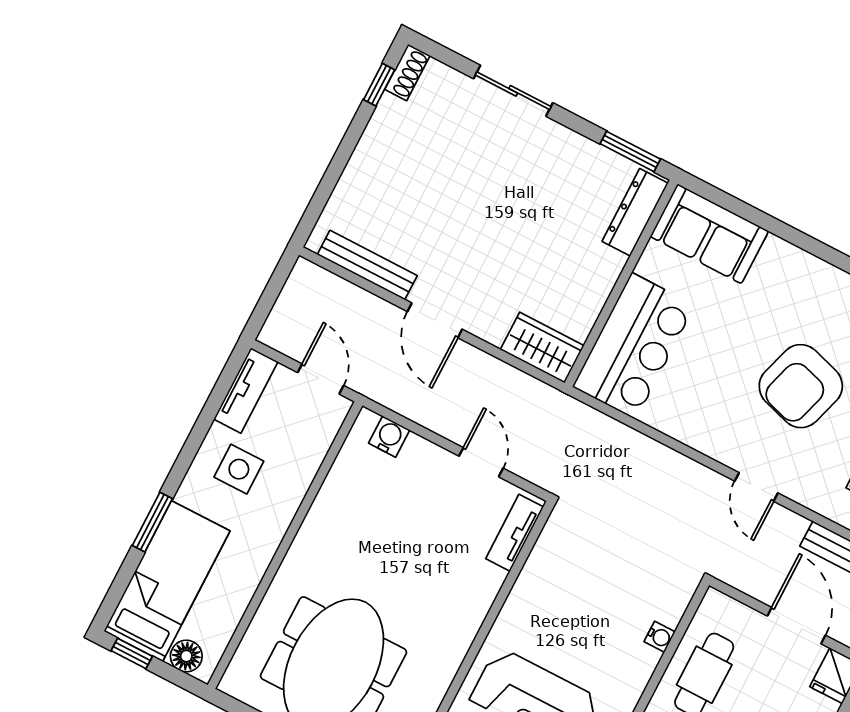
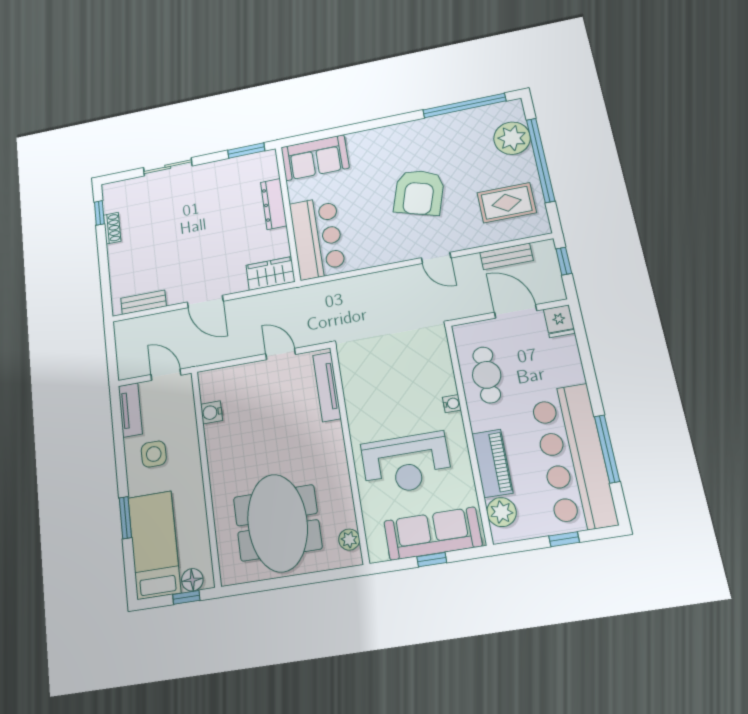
shoe rack: (407, 72) -> (112, 228), moved
dresser: (635, 212) -> (274, 204), moved
bench: (367, 265) -> (144, 302), width x0.73
water cooler: (389, 437) -> (212, 412), moved, turned -90
tv unit: (515, 533) -> (327, 387), width x1.41
water cooler: (660, 637) -> (452, 404), moved
window: (132, 653) -> (186, 597), moved

